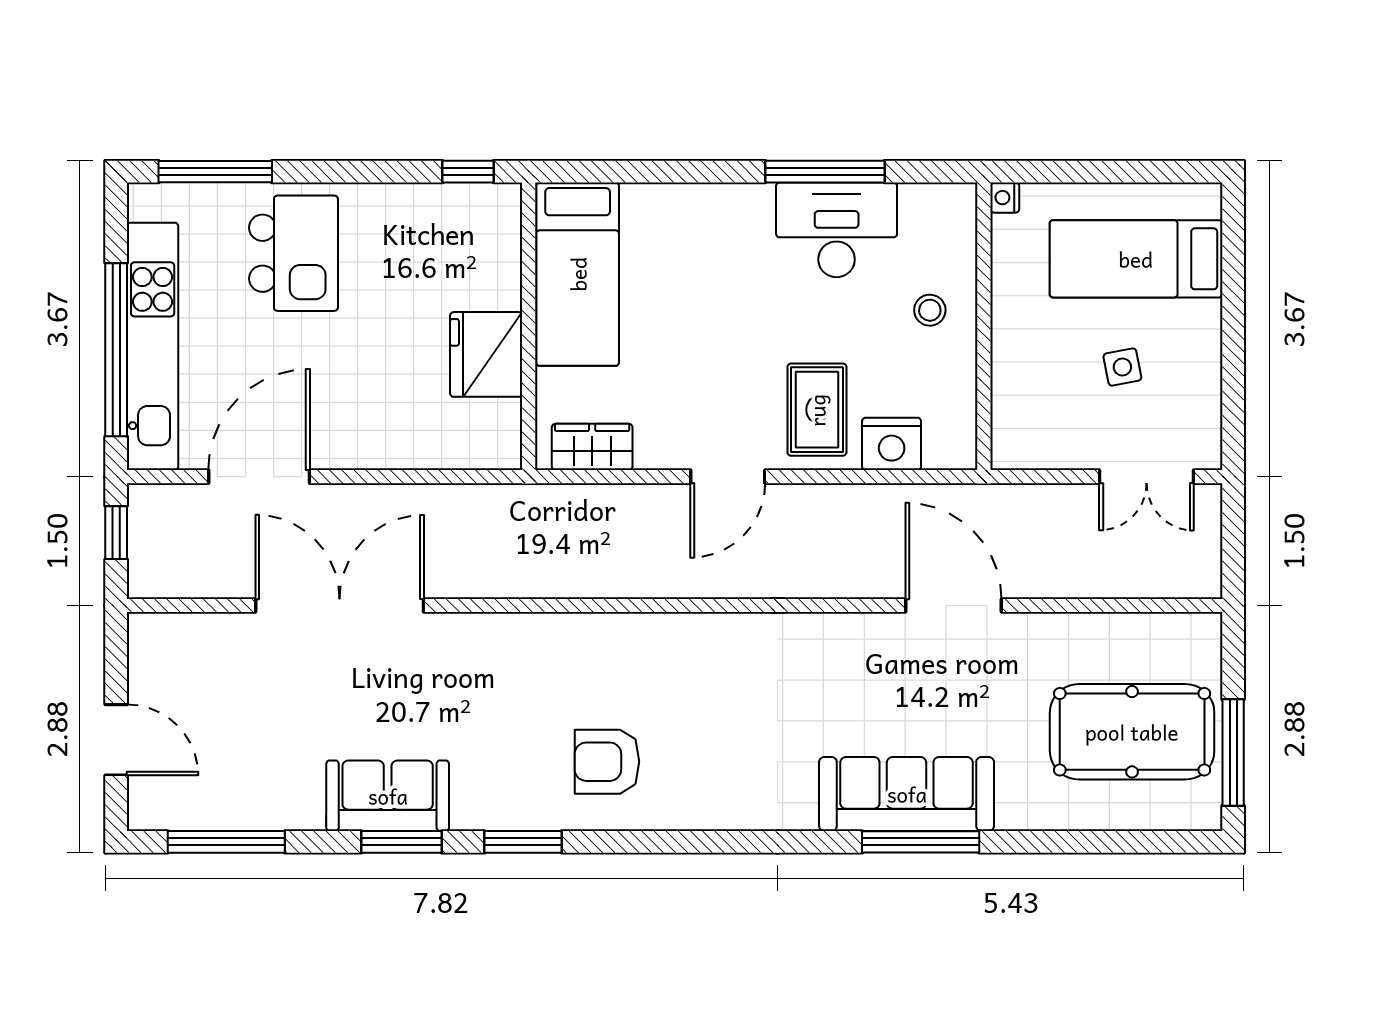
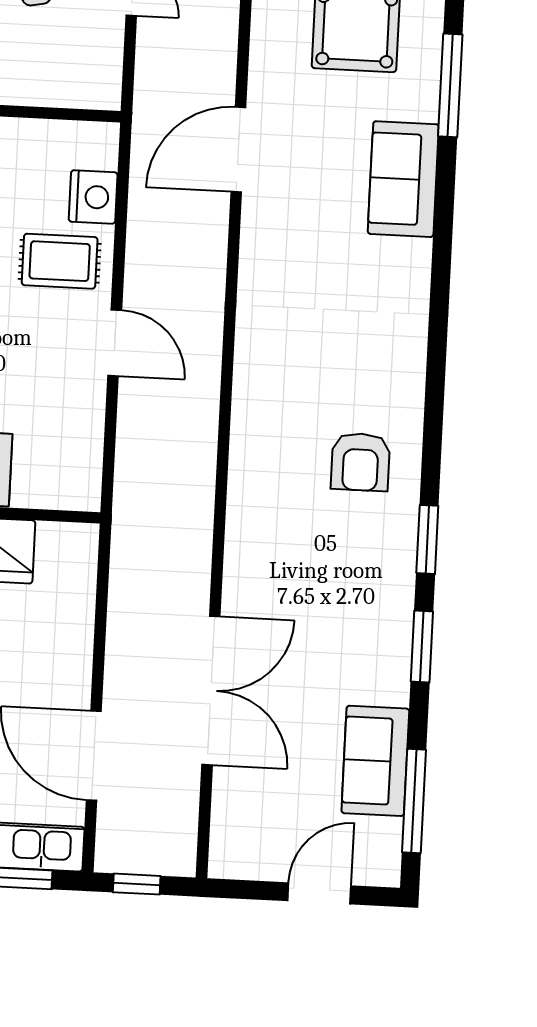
wardrobe: (592, 447) -> (82, 461), removed
double door: (340, 606) -> (211, 690), swing flipped
sofa: (907, 794) -> (403, 179), width x0.73
sofa: (388, 796) -> (375, 761), moved
window: (921, 842) -> (450, 85), moved

